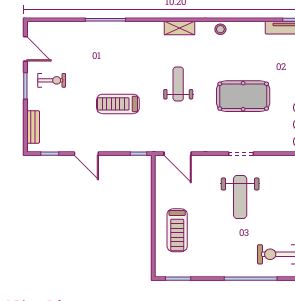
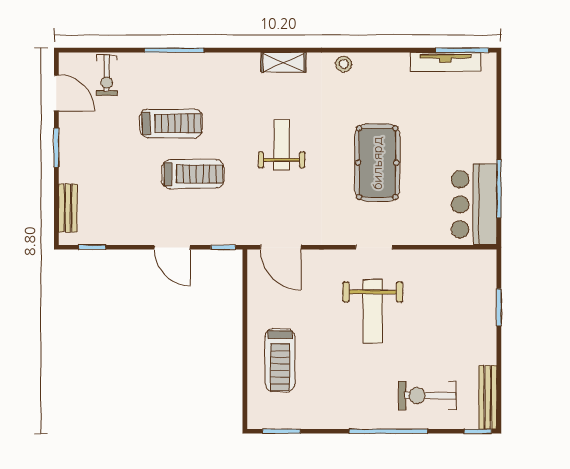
treadmill: (103, 70) -> (171, 123), added
exercise bike: (52, 80) -> (107, 75), moved, turned 90
pool table: (243, 96) -> (377, 163), turned 90
treadmill: (118, 104) -> (193, 174), turned 180
door: (86, 154) -> (172, 247), moved

